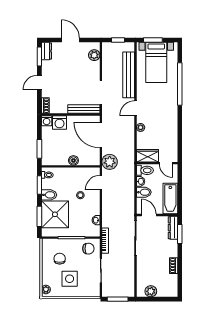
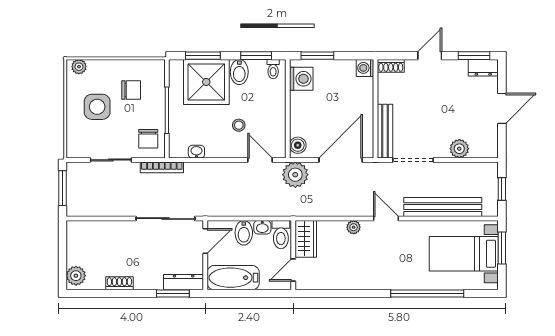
plant: (94, 55) -> (459, 149), moved
door: (39, 83) -> (430, 56), hinge flipped
washing machine: (59, 122) -> (301, 79), moved, turned 180
boiler: (73, 160) -> (298, 145), moved
plant: (151, 291) -> (76, 276), moved

